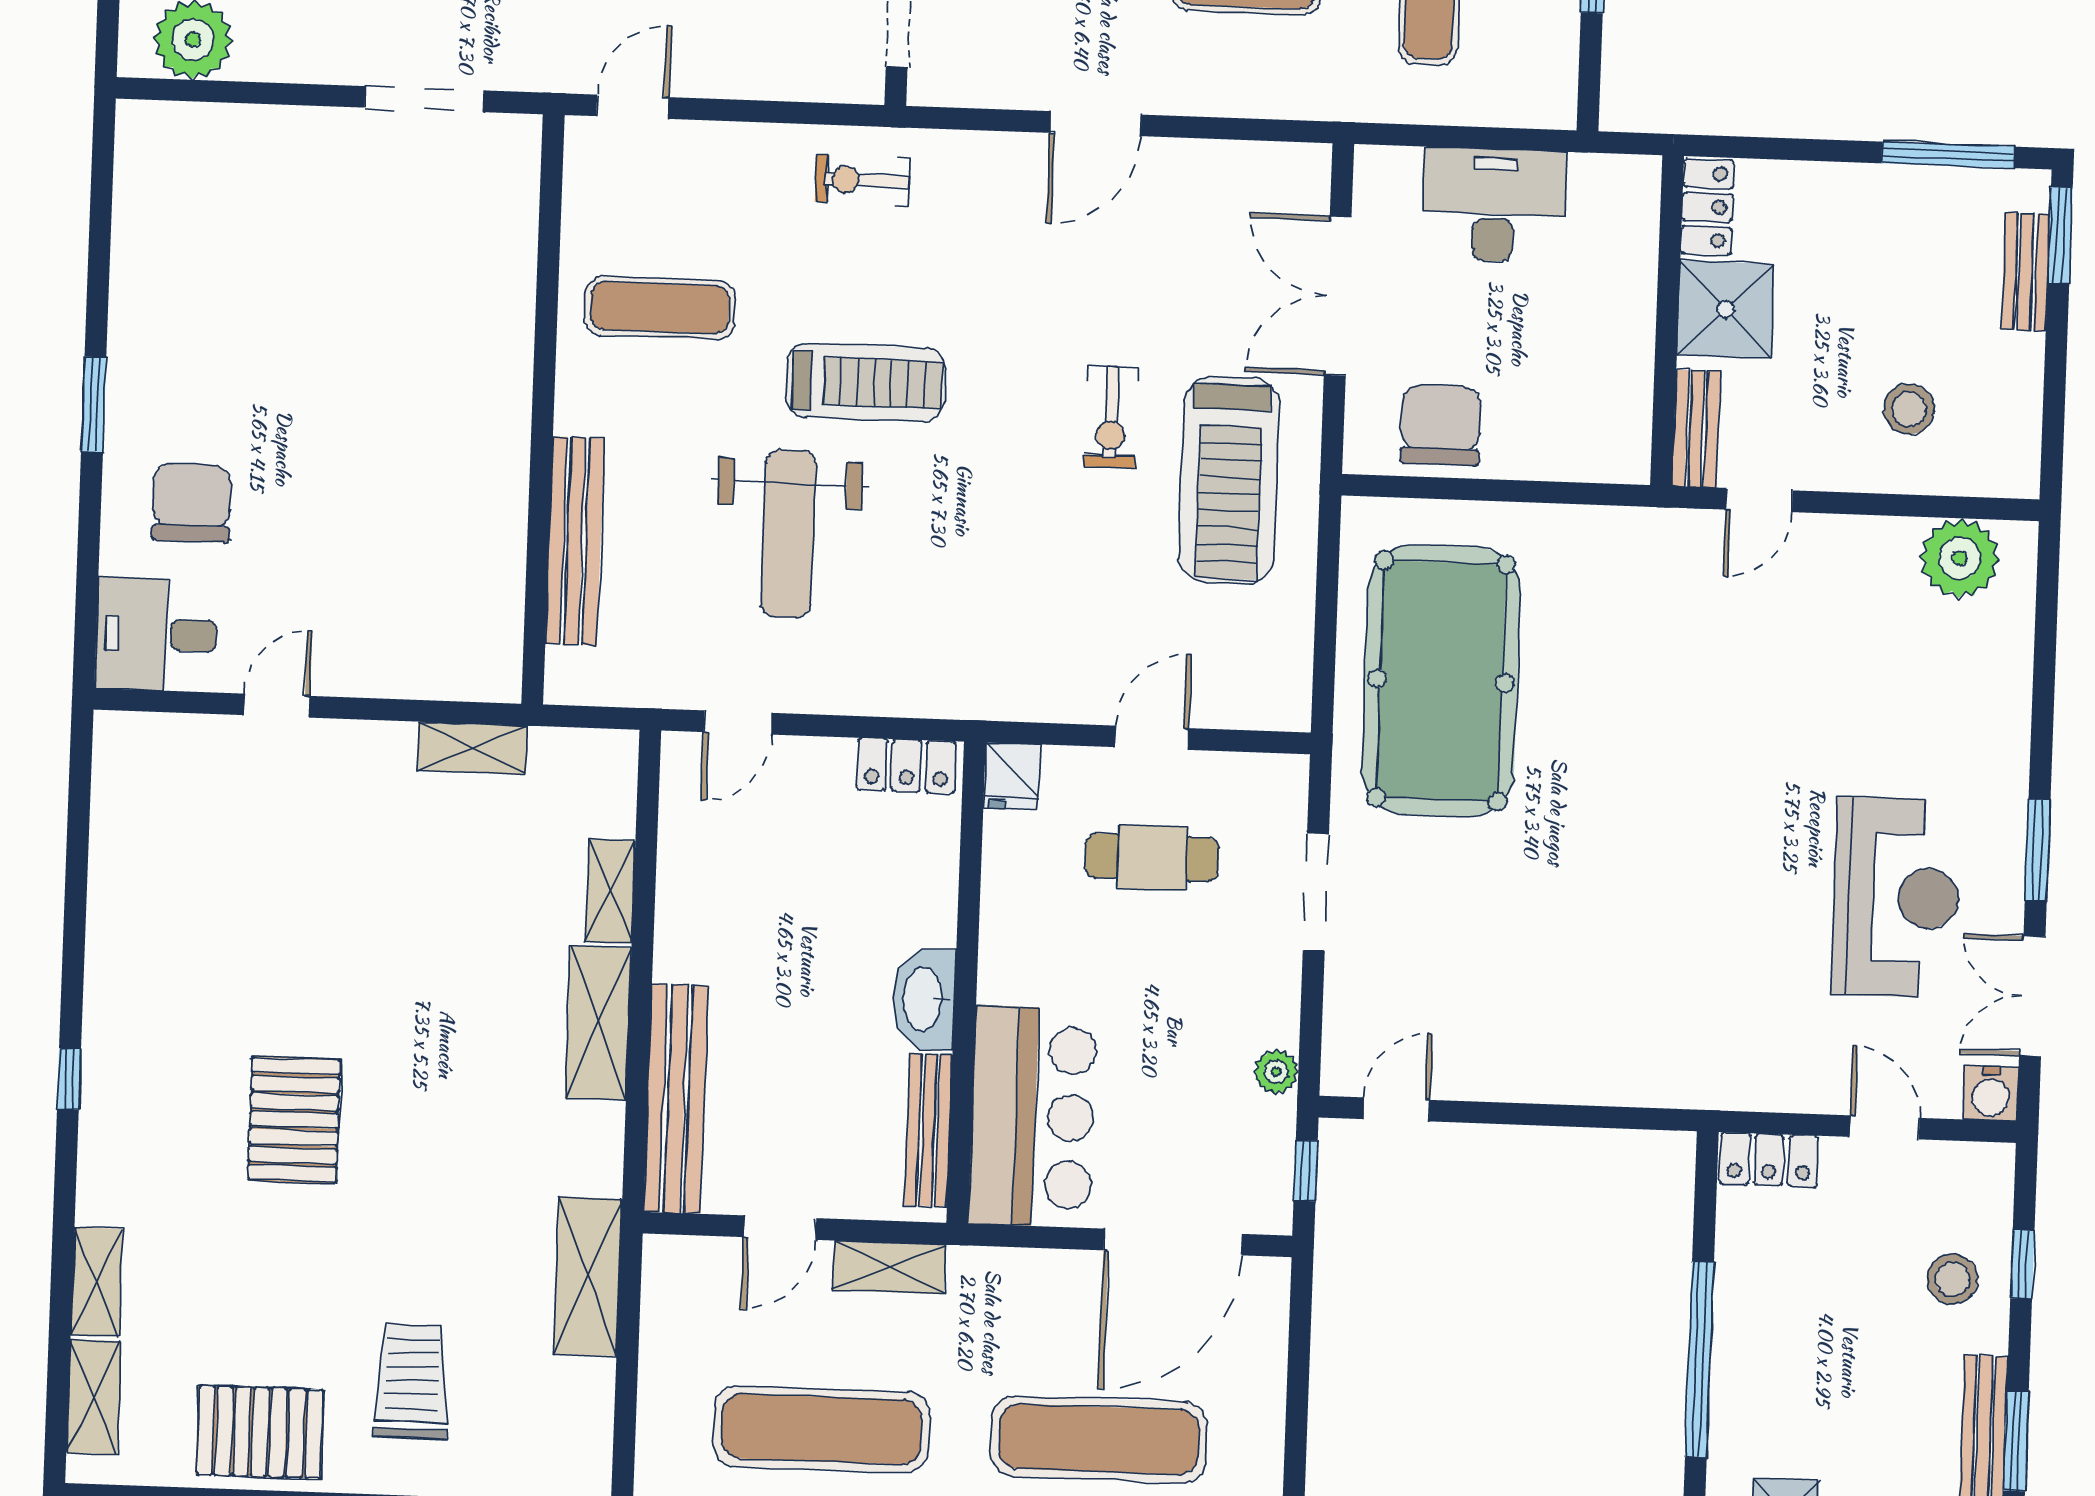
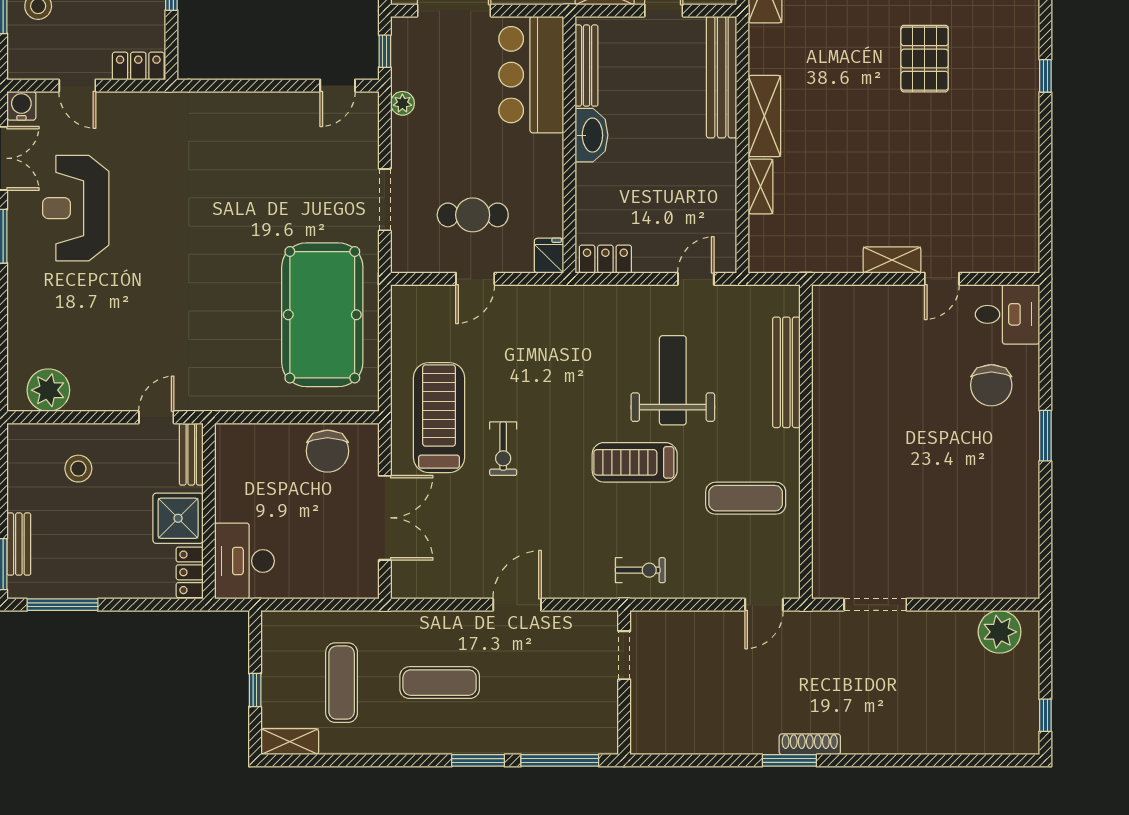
desk: (1494, 205) -> (244, 561), moved, turned 90
exercise bike: (1111, 417) -> (503, 449), turned 180
shelving: (472, 748) -> (892, 260), moved

